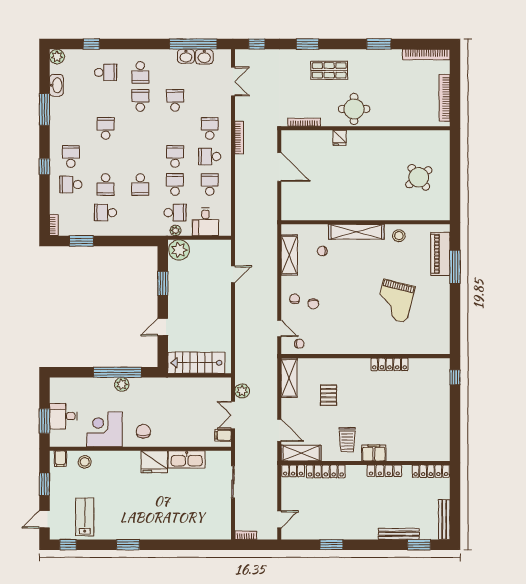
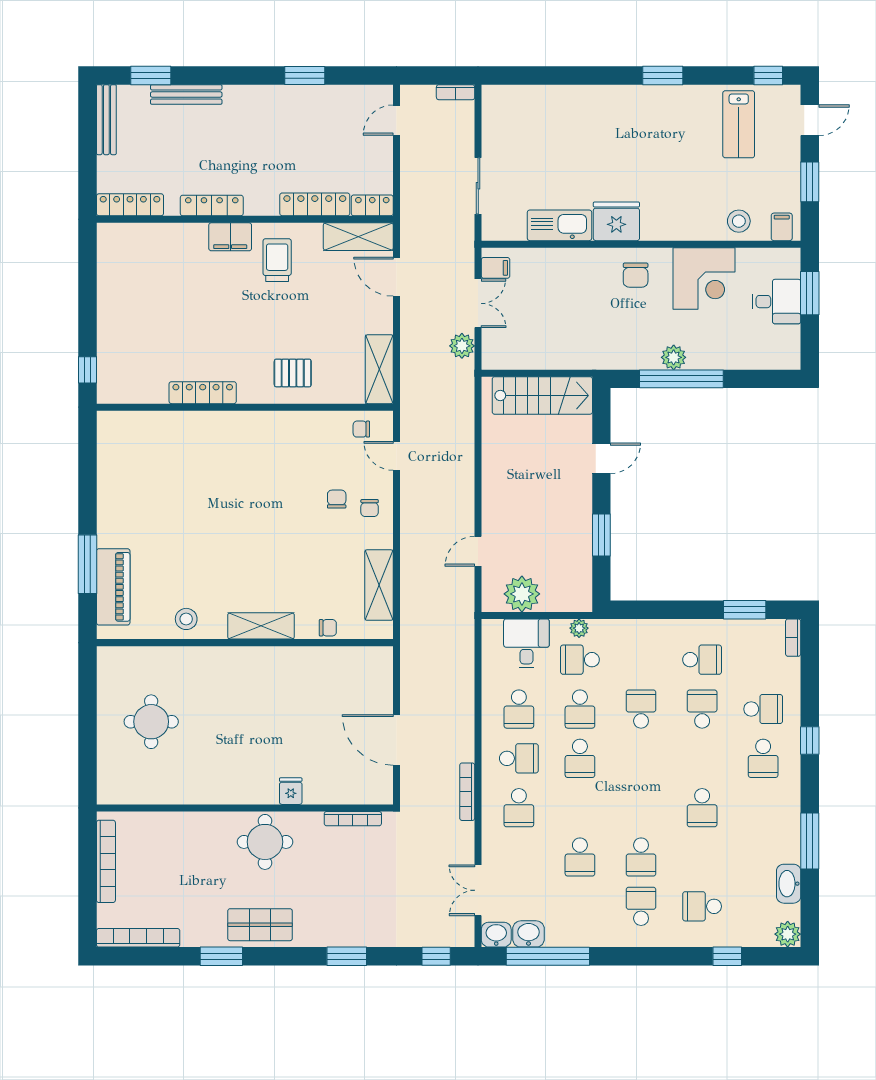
washbasin: (186, 56) -> (496, 935), moved
shop shelf: (329, 70) -> (260, 925), moved
round table: (419, 177) -> (151, 722), turned 37
shelving: (356, 232) -> (261, 626), width x0.68
plant: (179, 250) -> (522, 594), moved
chair: (322, 251) -> (328, 628), moved
grand piano: (395, 301) -> (193, 504), removed
pallet: (328, 395) -> (293, 373), moved, turned 90

